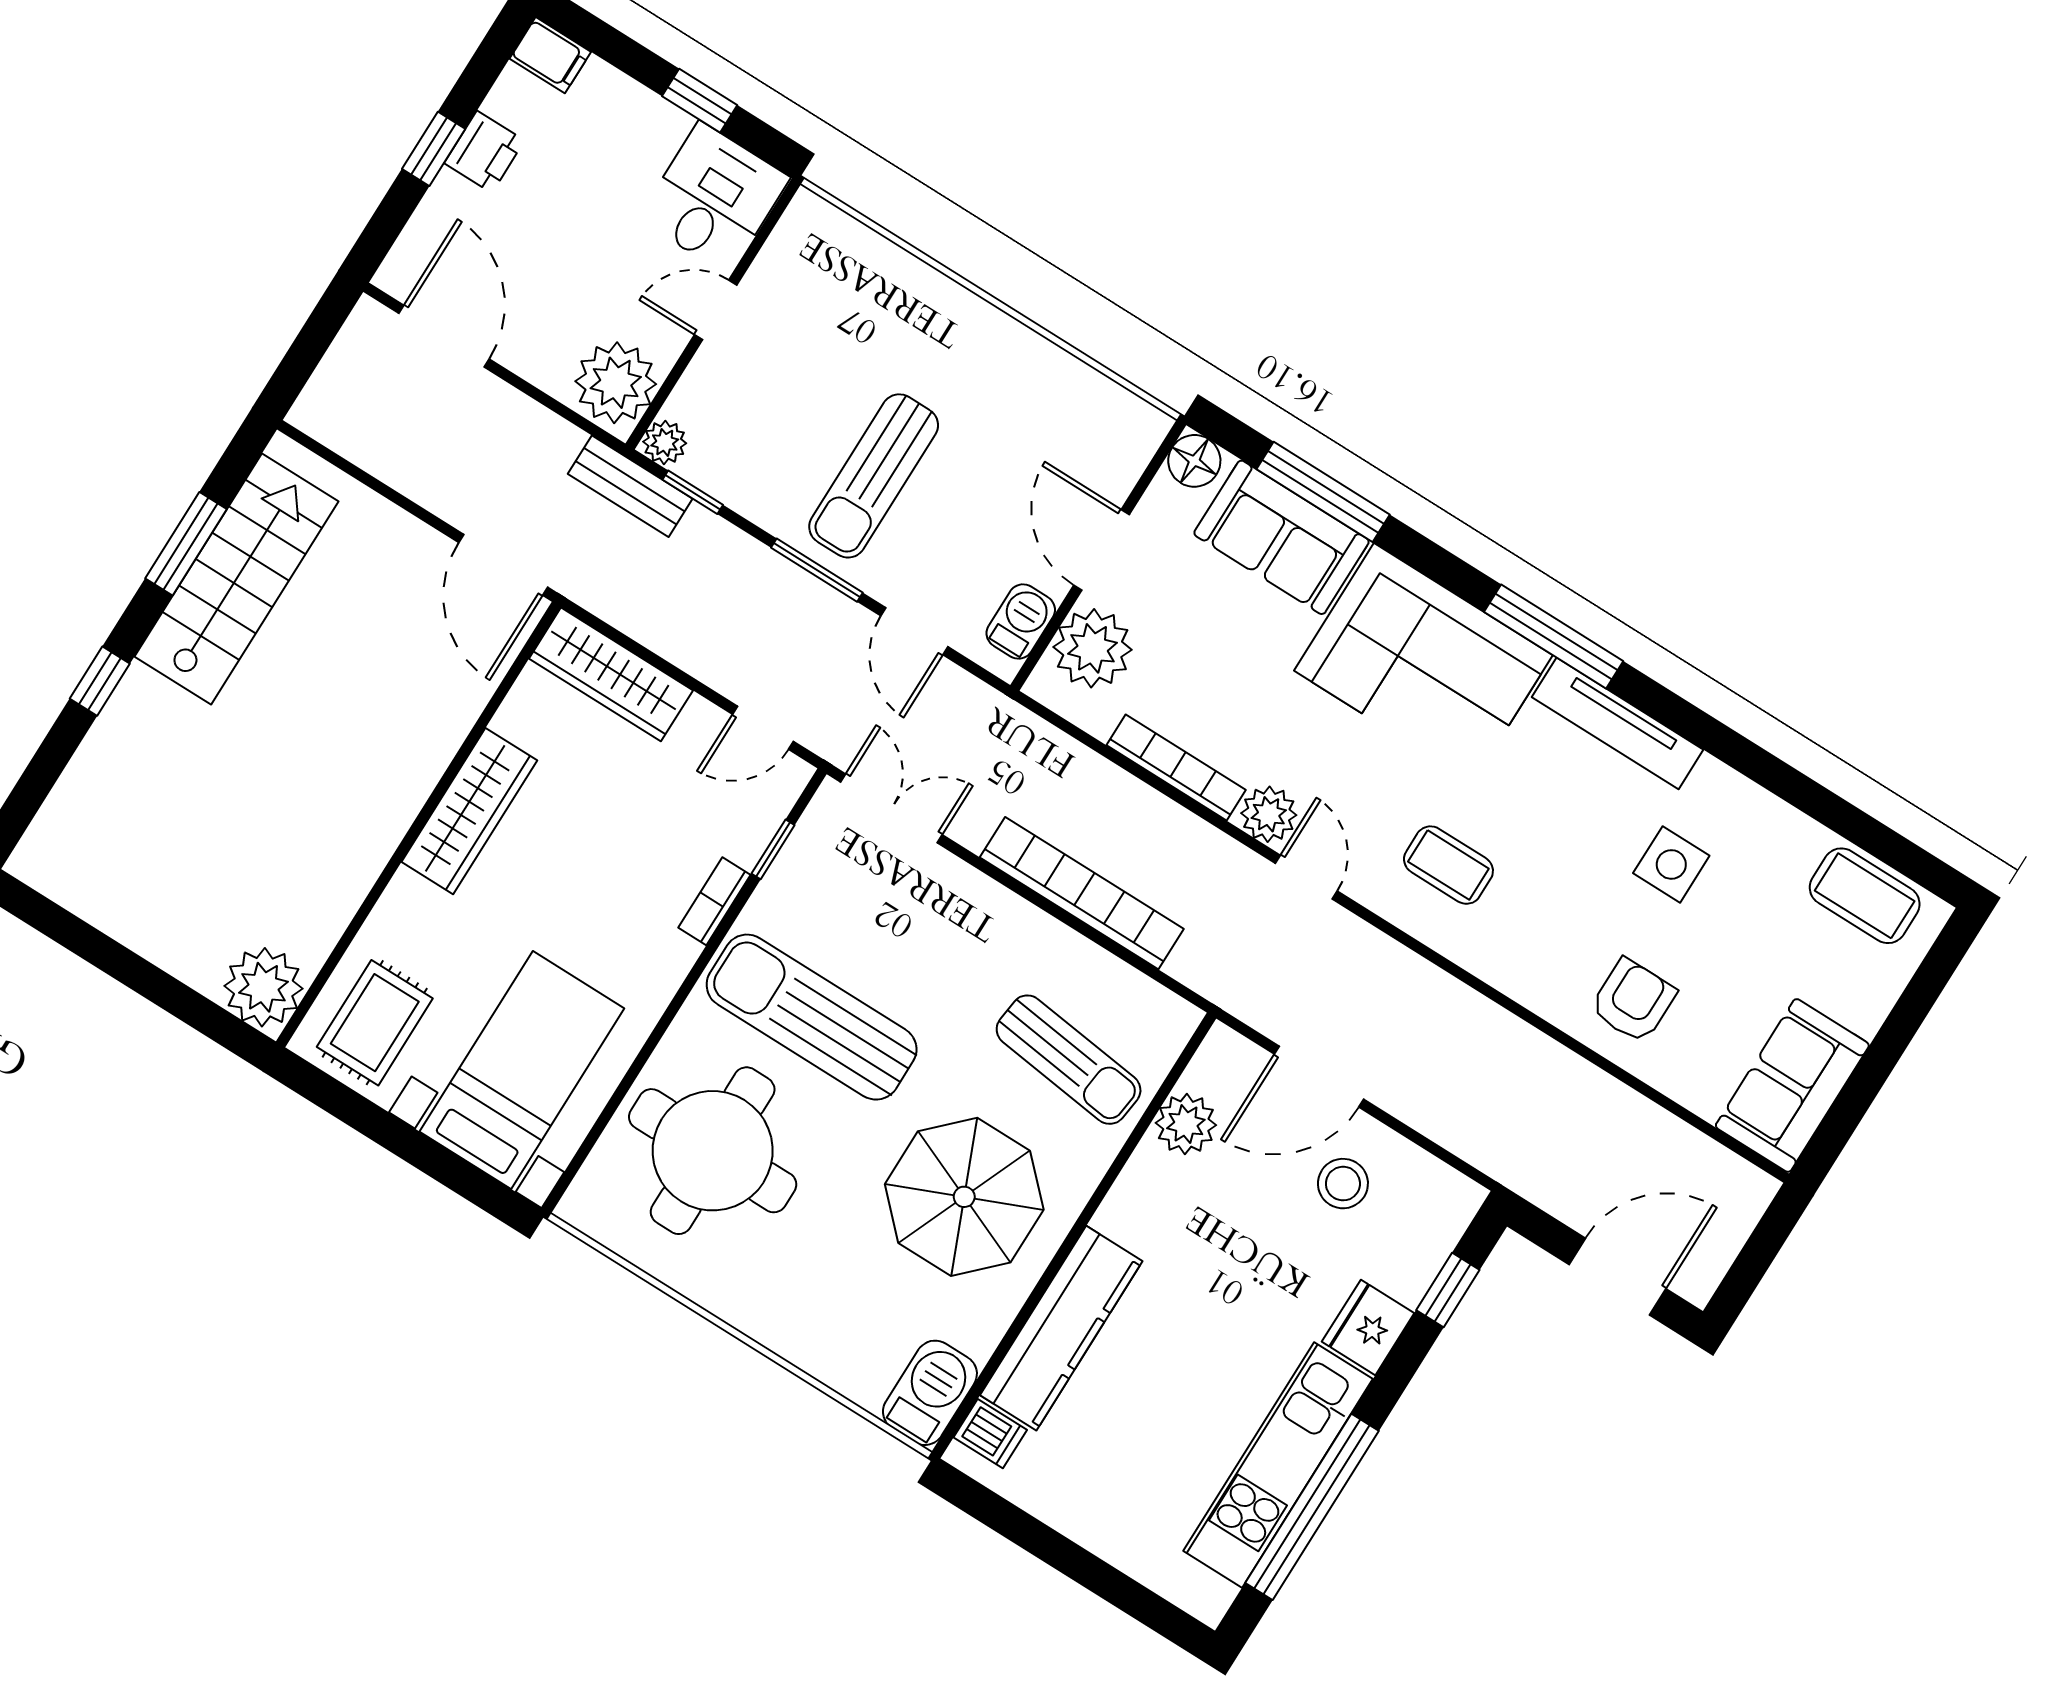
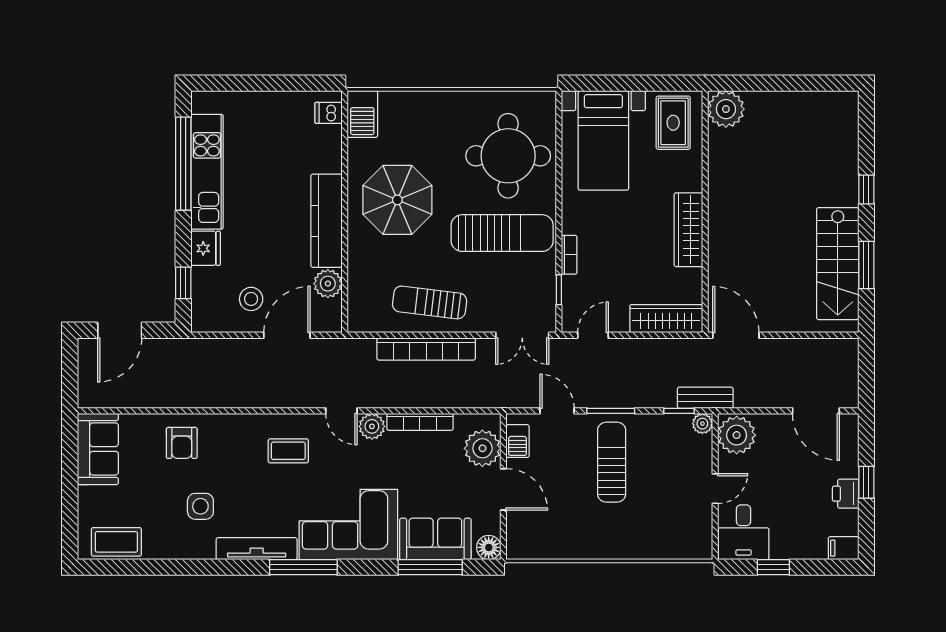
sun lounger: (1069, 1060) -> (430, 302), moved
kitchen counter: (1061, 1328) -> (326, 221), moved

